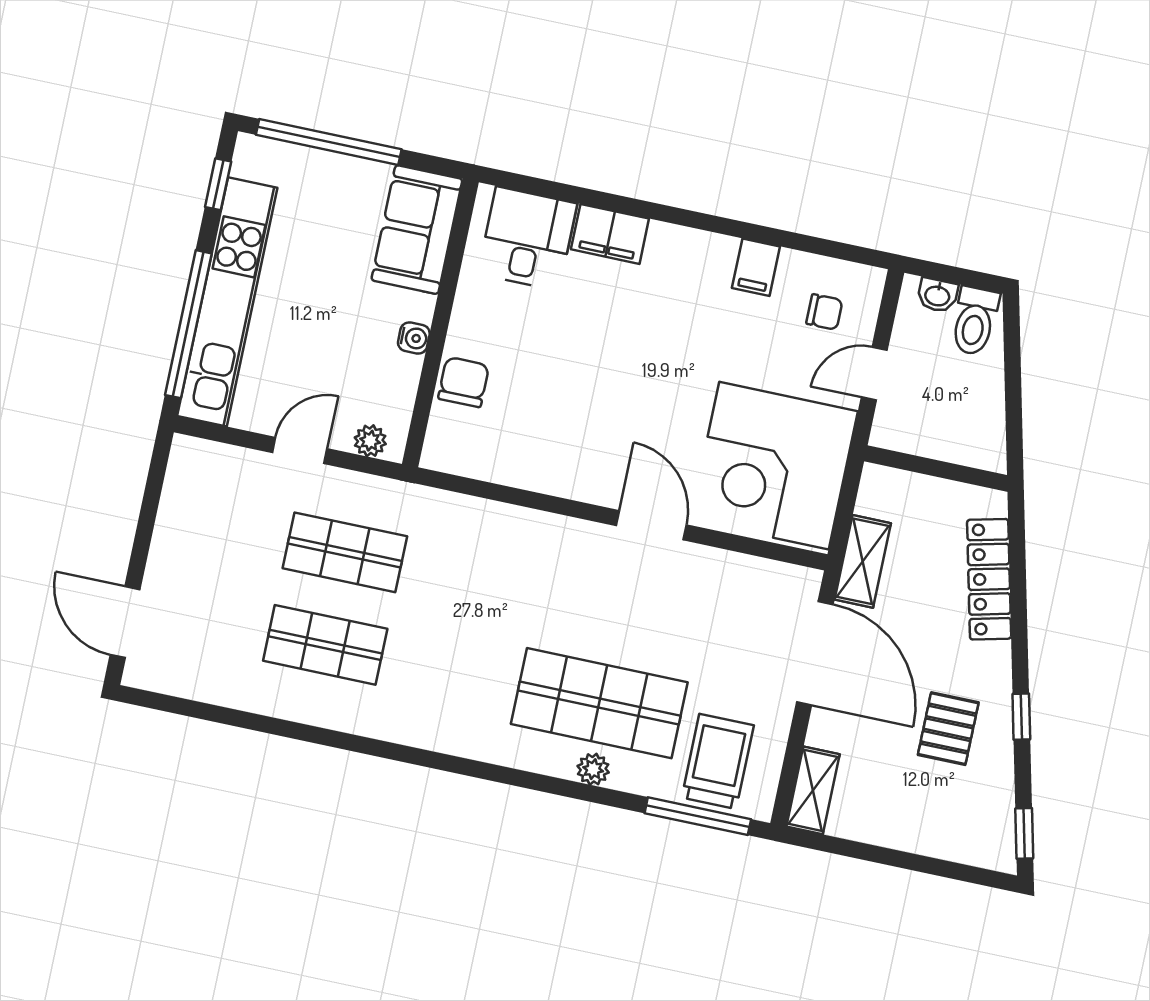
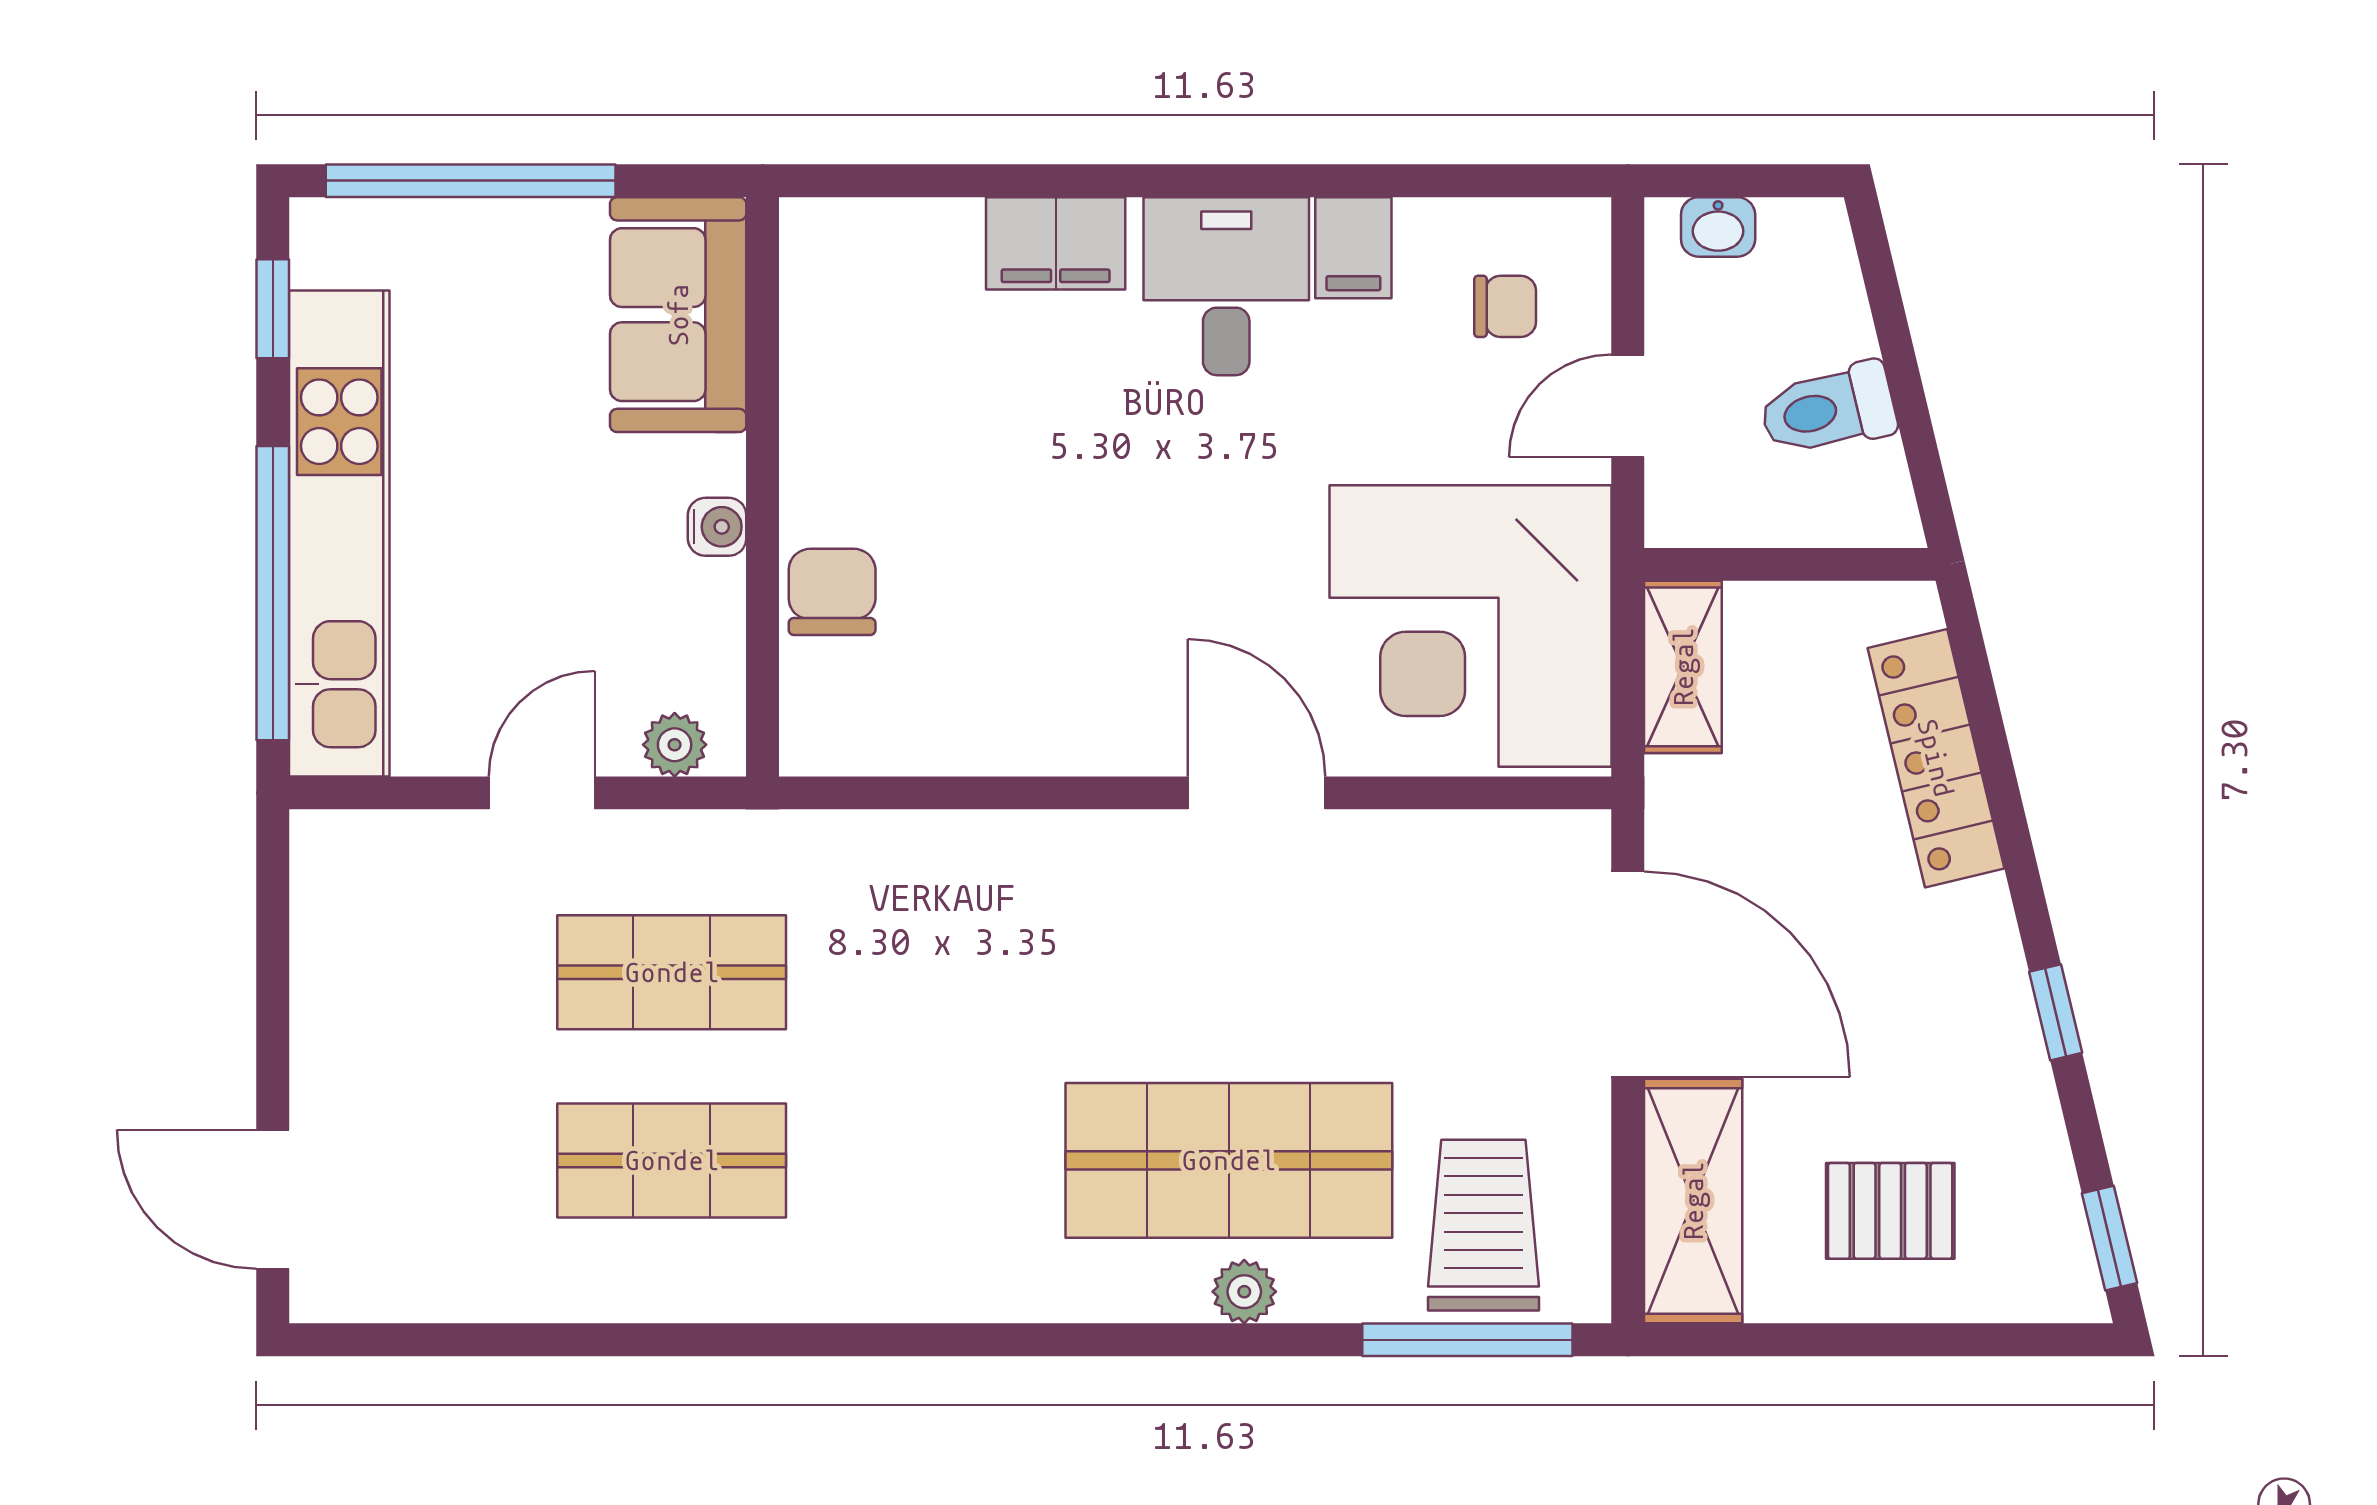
desk: (527, 238) -> (1226, 286), moved
toilet: (975, 321) -> (1828, 410), moved, turned 77
shelving: (863, 561) -> (1683, 667), moved
pallet: (948, 729) -> (1890, 1211), moved, turned 90
shelving: (813, 790) -> (1693, 1201), width x1.50, depth x1.33

